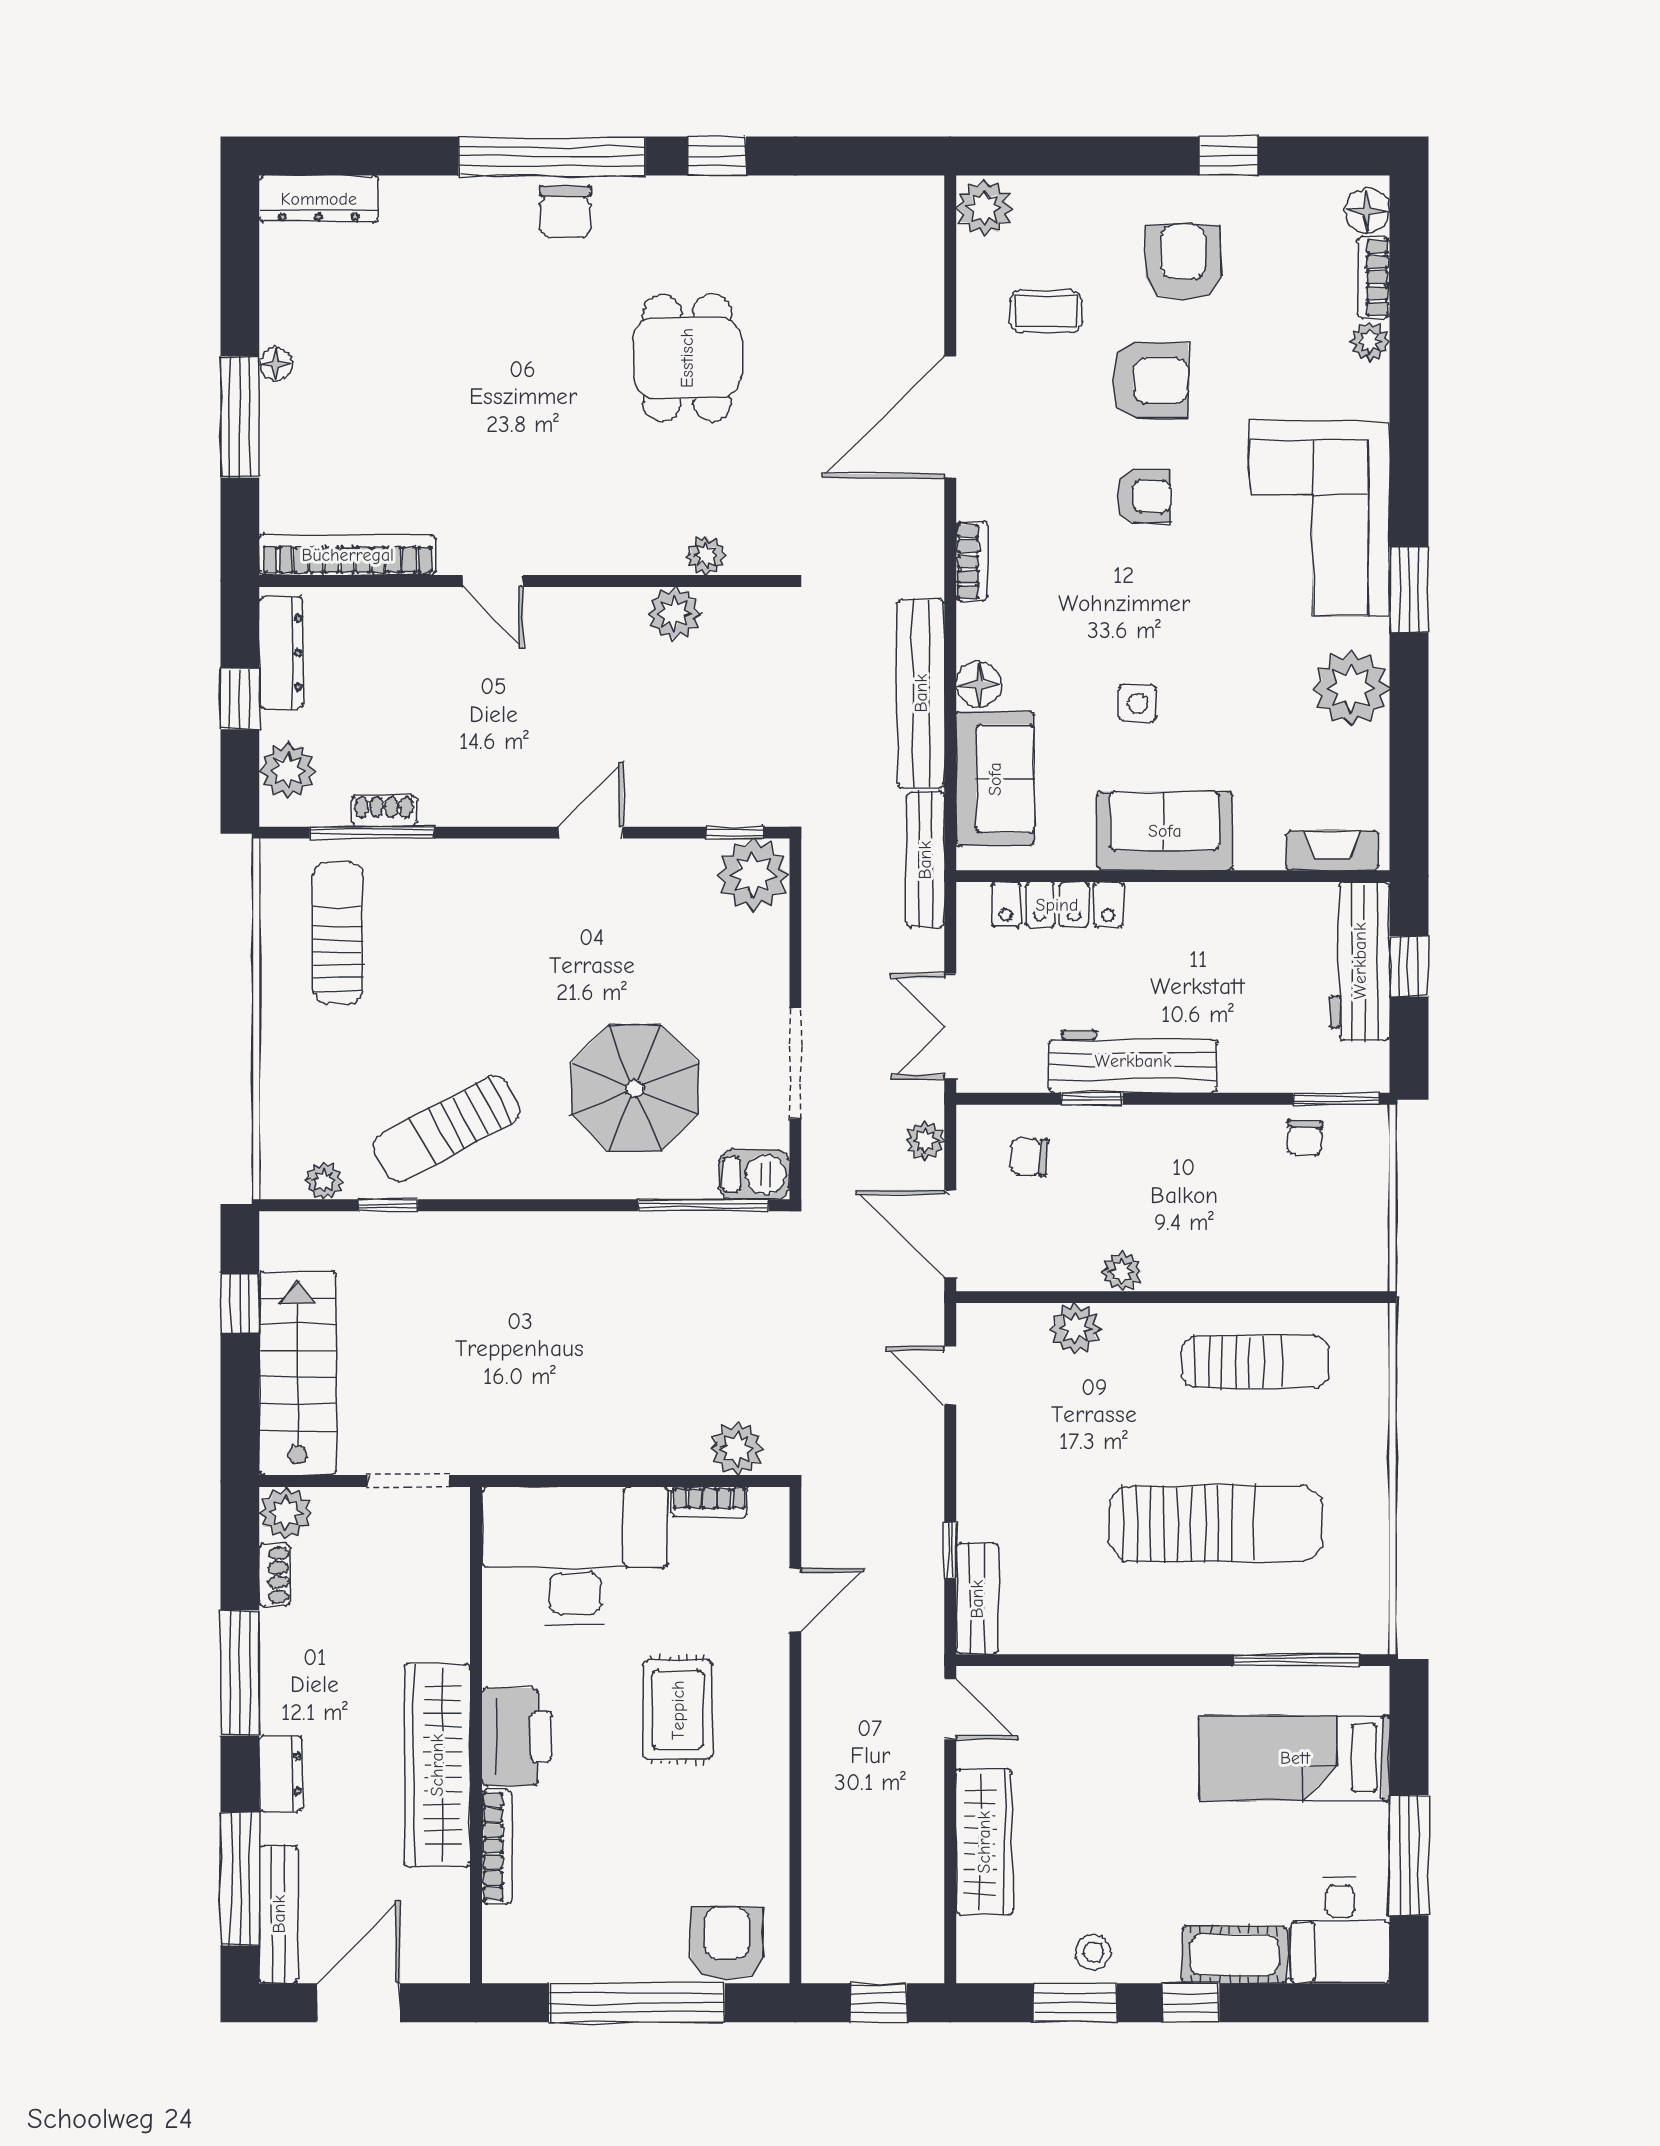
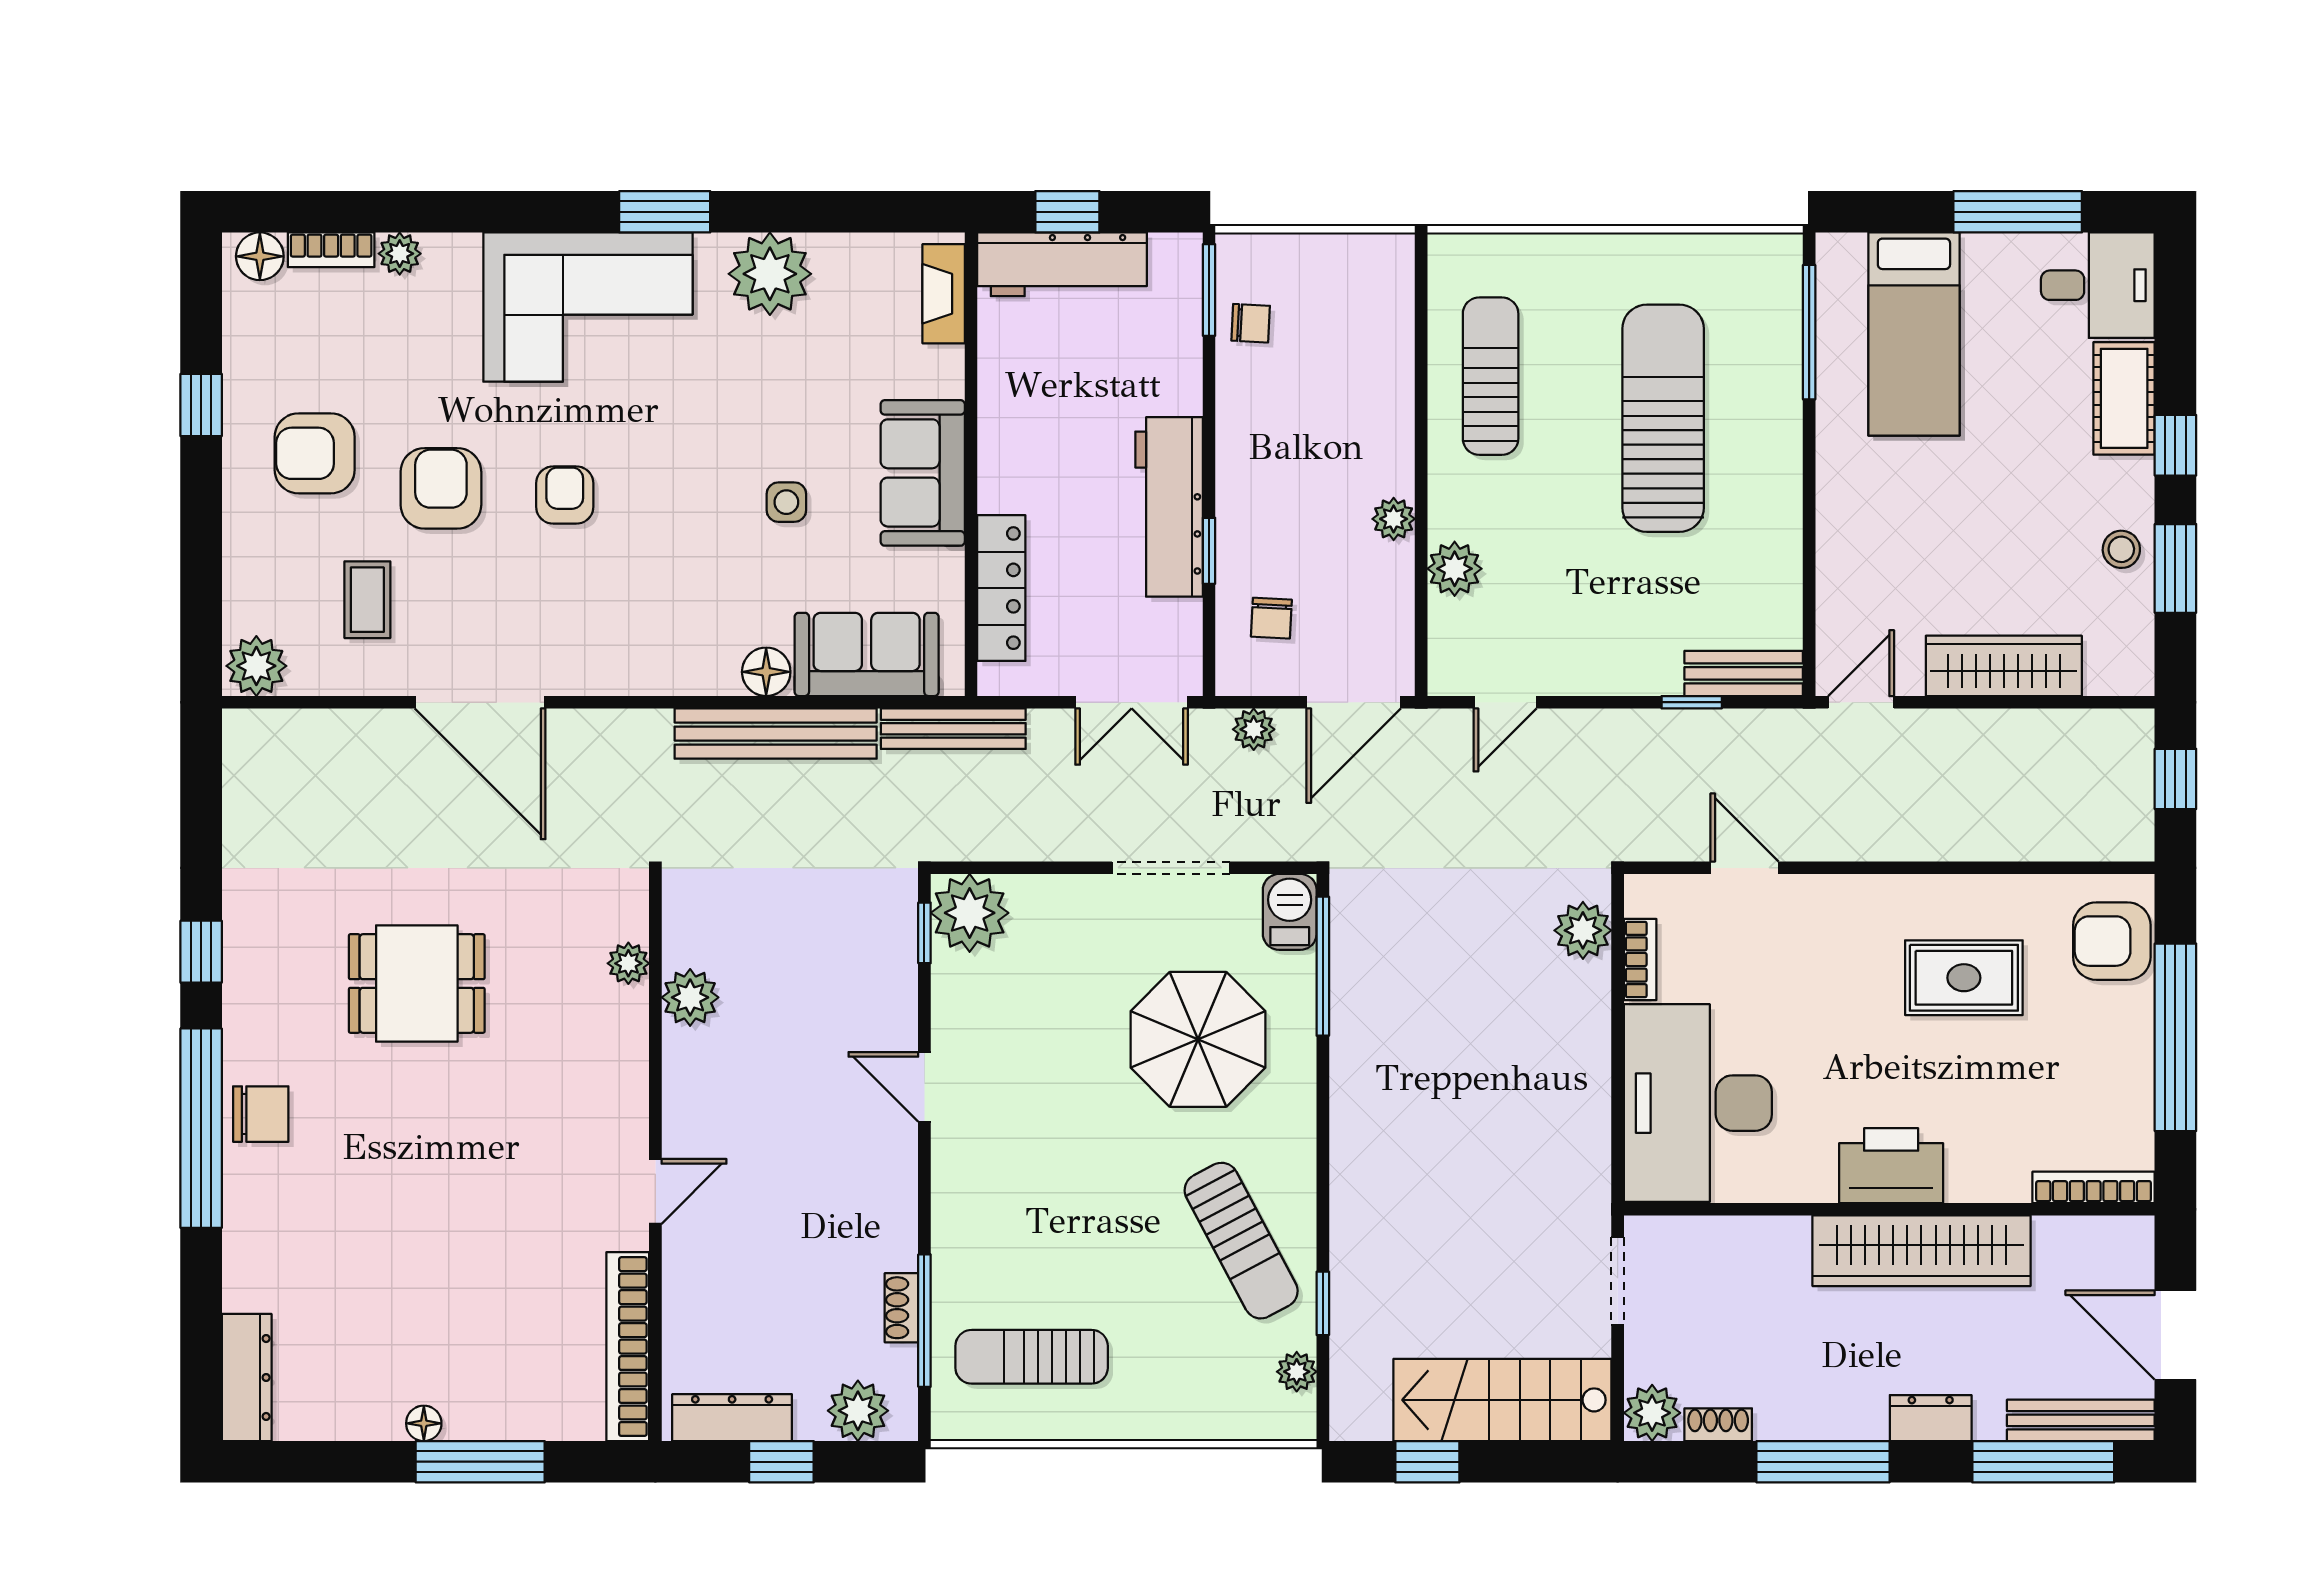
bookcase: (972, 561) -> (635, 679), removed
rug: (678, 1710) -> (1964, 978), moved
bookcase: (496, 1847) -> (2094, 1187), moved

